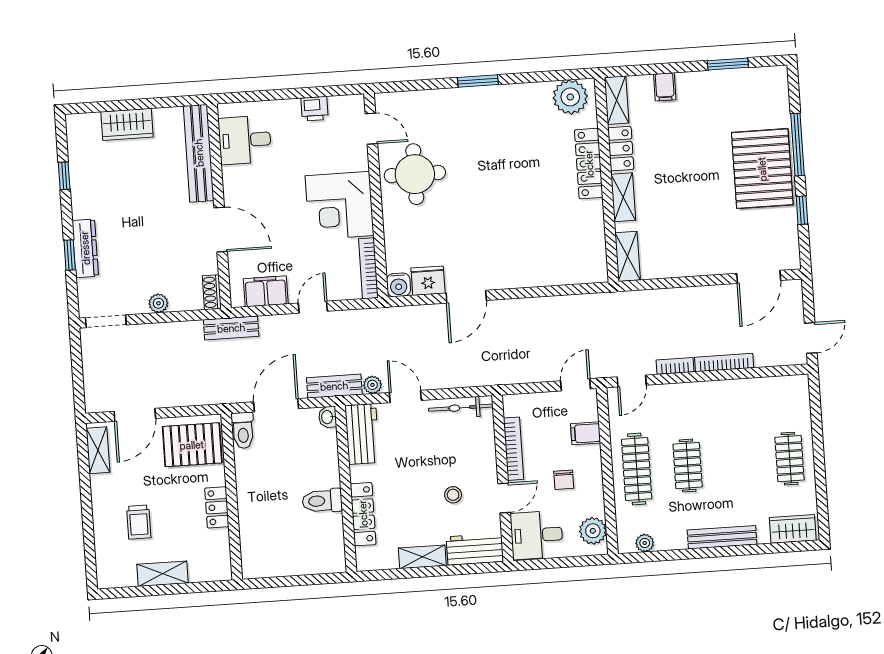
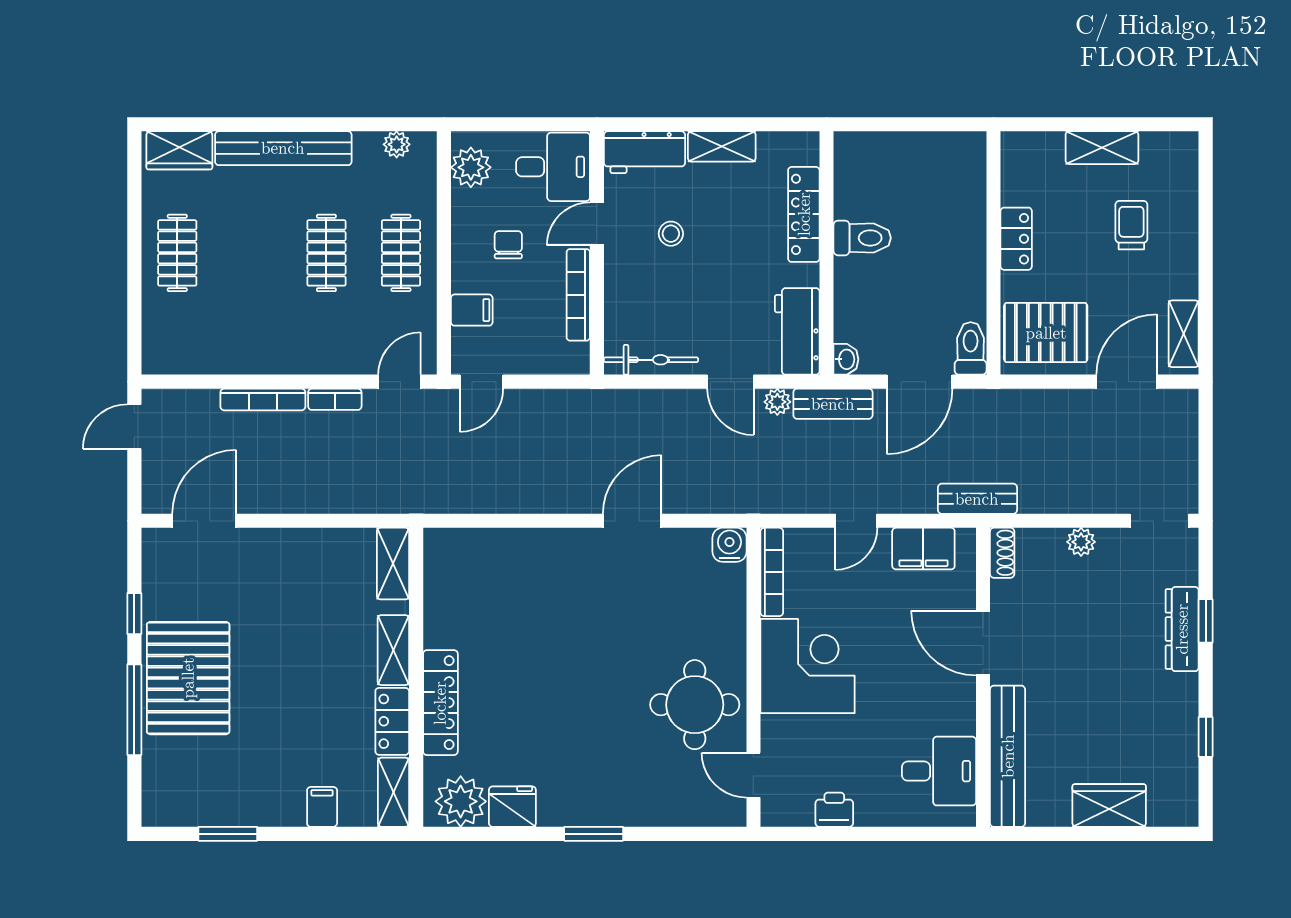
fridge: (428, 281) -> (512, 807), moved, turned 180
clothes rail: (637, 469) -> (401, 253), width x0.73
bench: (722, 537) -> (283, 148), width x1.37, depth x1.21

